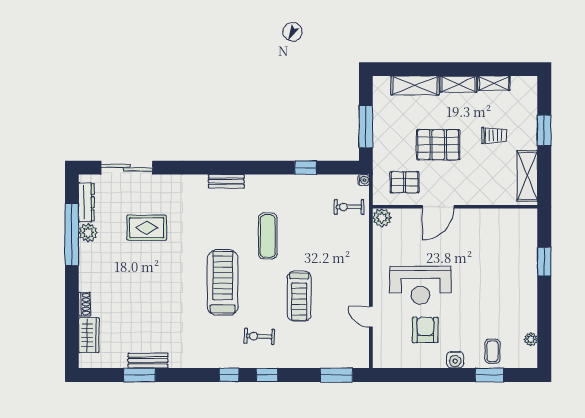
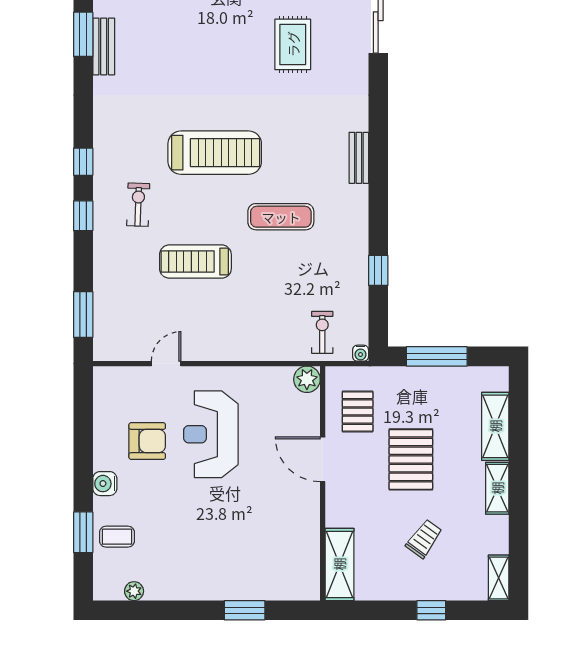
shelving: (494, 83) -> (499, 578), moved
window: (544, 130) -> (431, 610), width x0.67
trolley: (494, 135) -> (424, 539), turned -144
shelving: (527, 176) -> (339, 564), moved, turned 90

